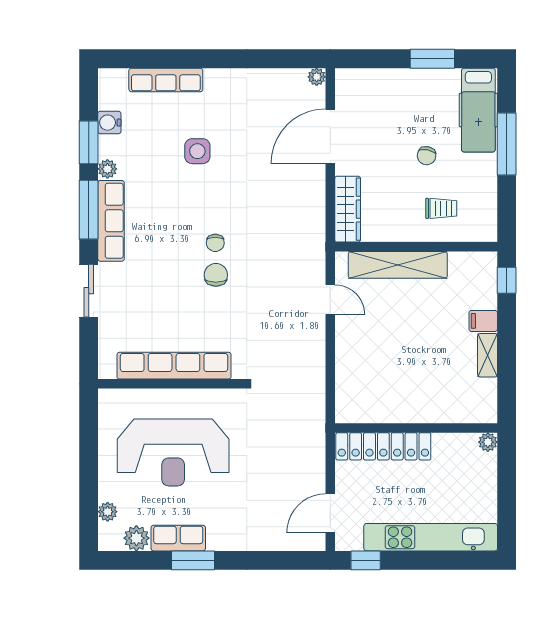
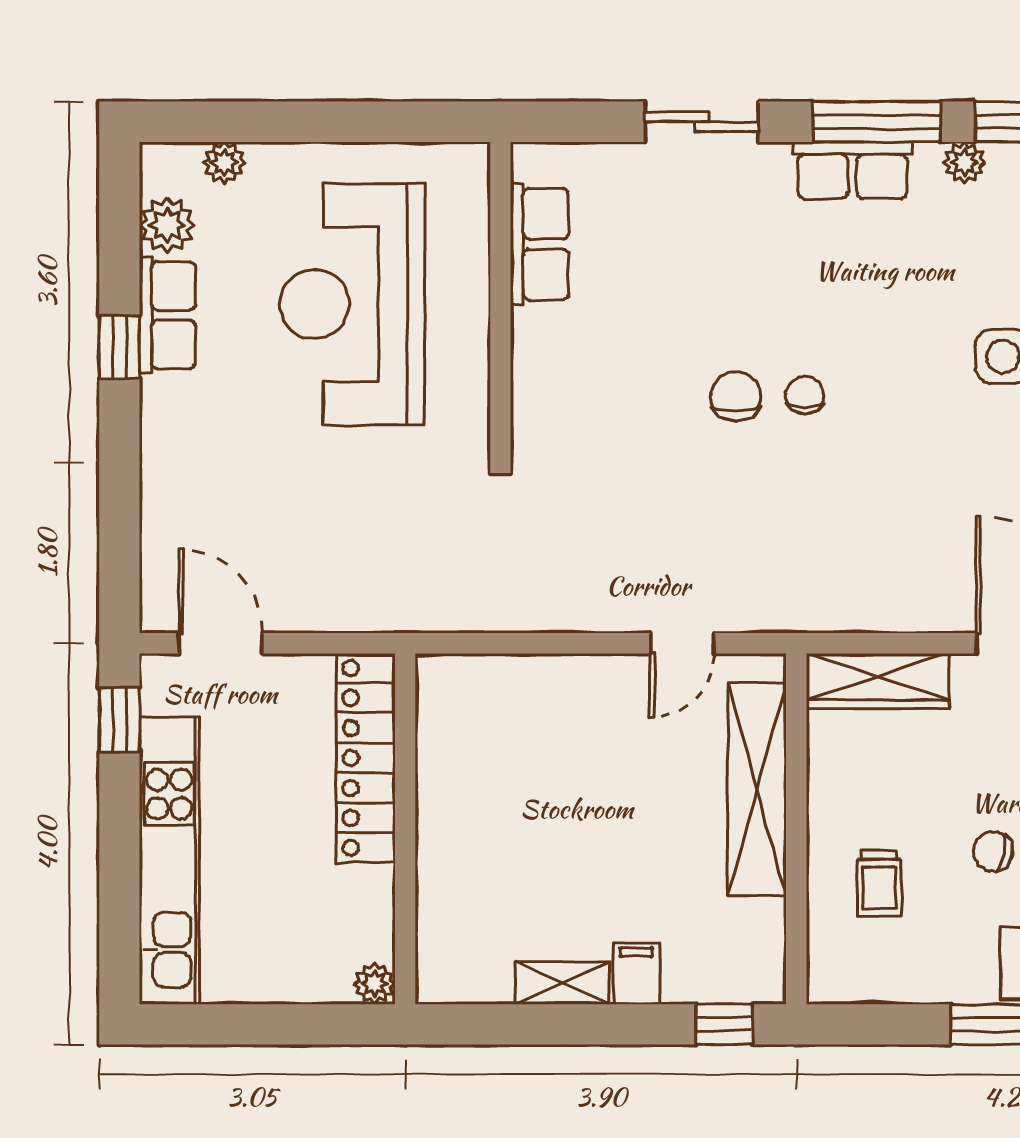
row of seats: (111, 221) -> (852, 170), width x0.68
chair: (215, 243) -> (805, 395), turned 90
chair: (216, 275) -> (736, 396), turned -90
row of seats: (174, 366) -> (540, 244), width x0.50
window: (193, 560) -> (119, 347), width x0.67

